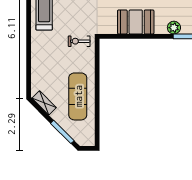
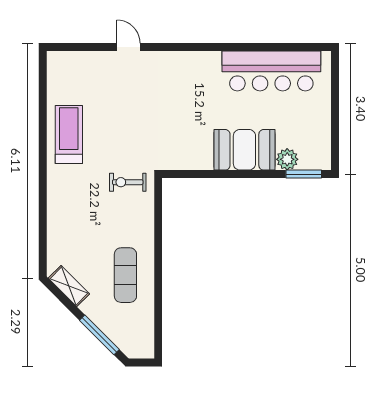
booth: (136, 22) -> (244, 150), moved
exercise mat: (78, 96) -> (125, 275), width x0.73, depth x0.69

